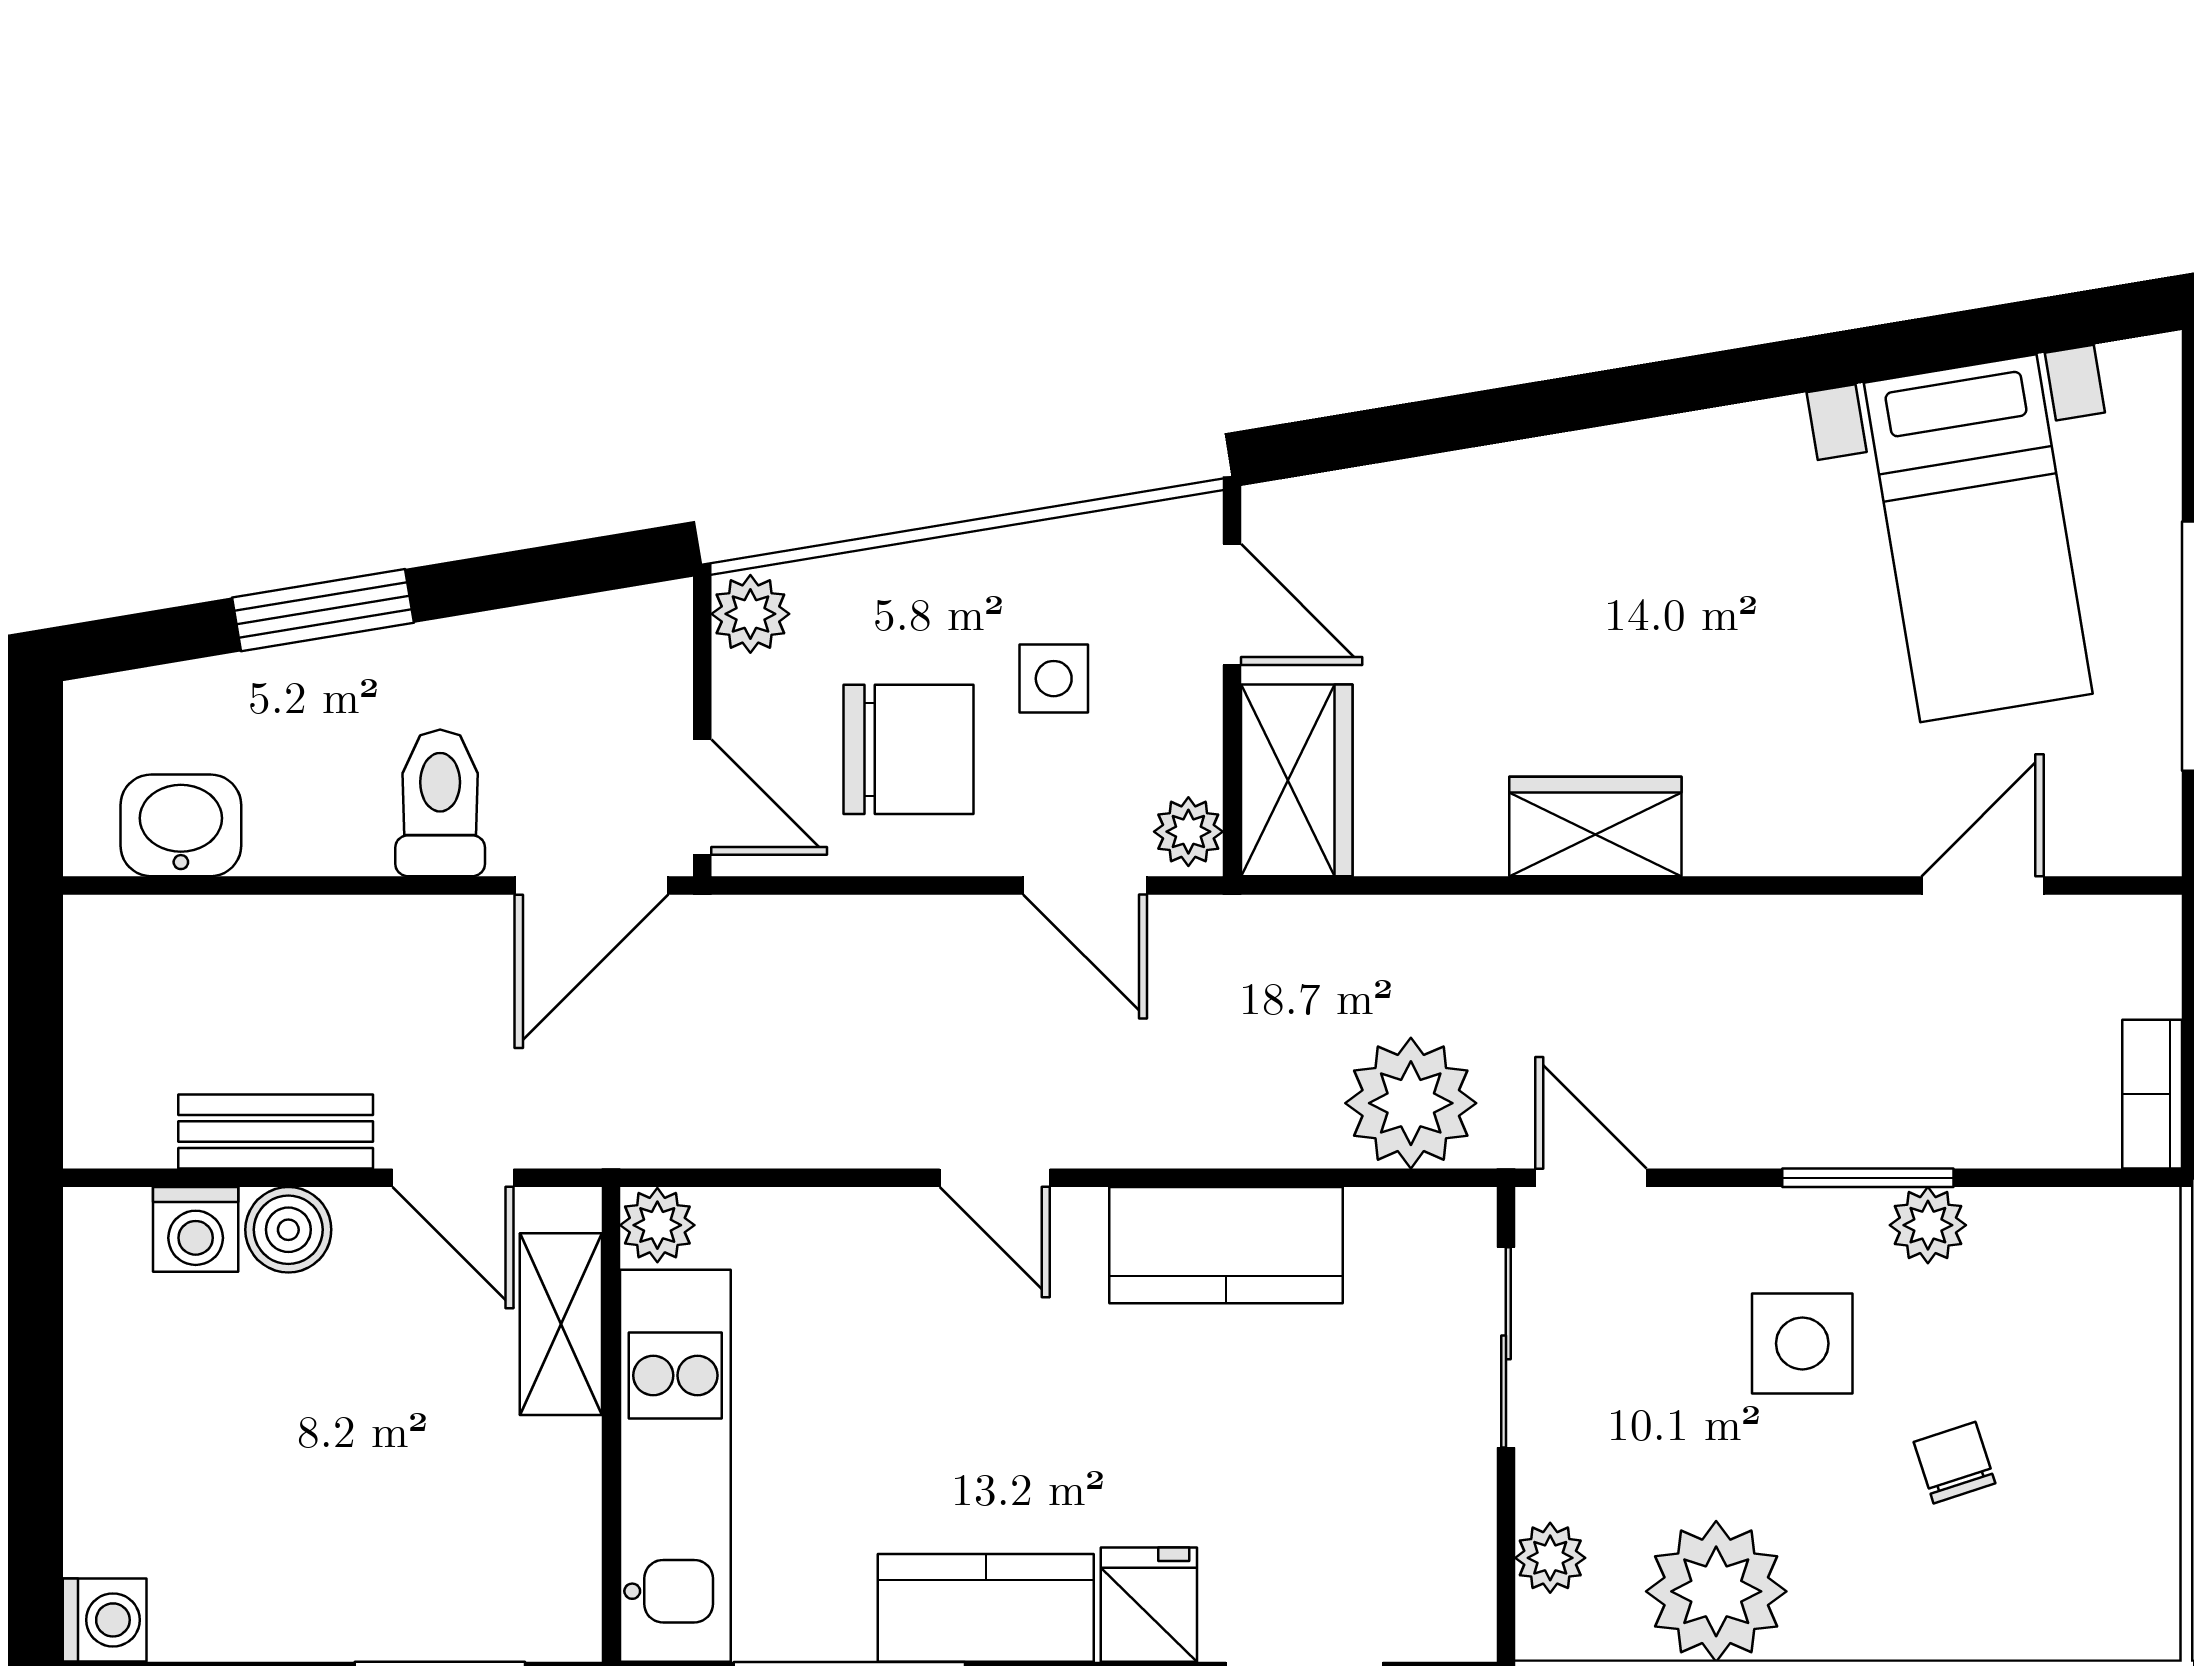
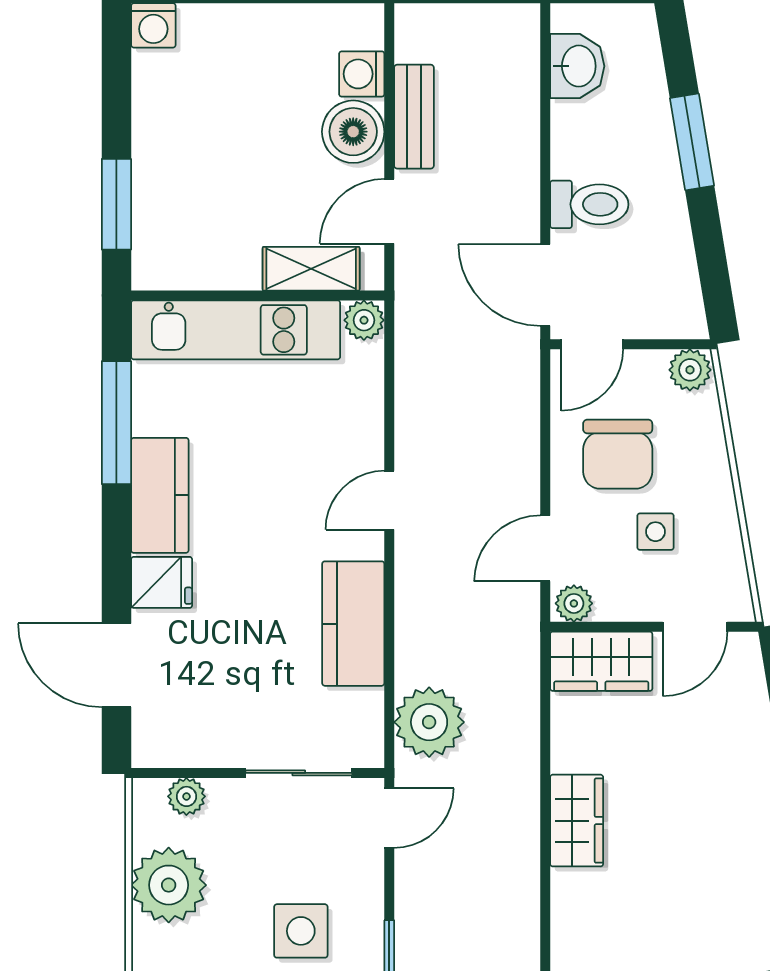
boiler: (288, 1230) -> (353, 132), width x1.36, depth x1.36

